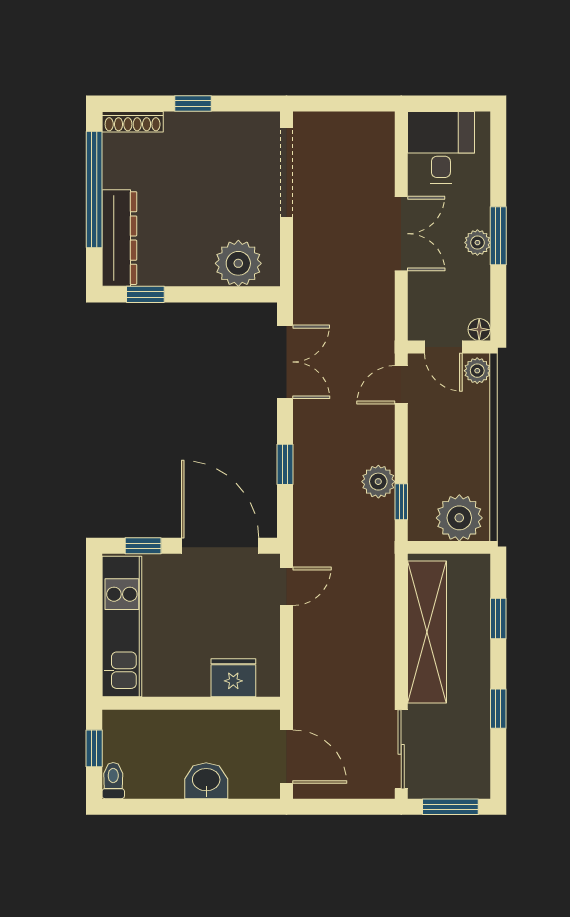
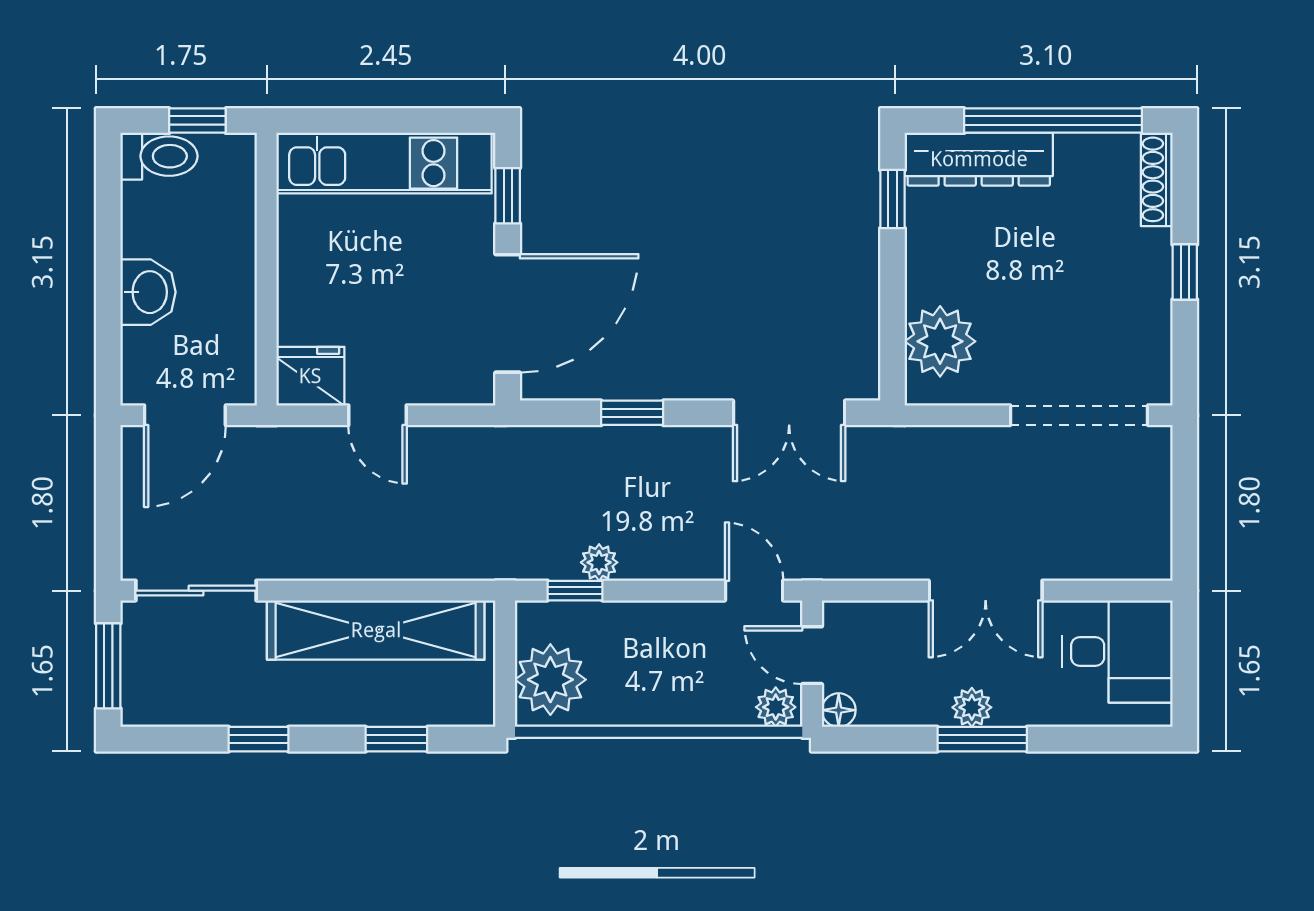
door: (443, 347) -> (812, 655), hinge flipped
plant: (378, 482) -> (599, 562), width x0.73, depth x0.73
door: (287, 586) -> (377, 415), moved
fridge: (233, 678) -> (310, 376), moved, turned -90
toilet: (113, 781) -> (159, 156), width x1.37, depth x1.39

